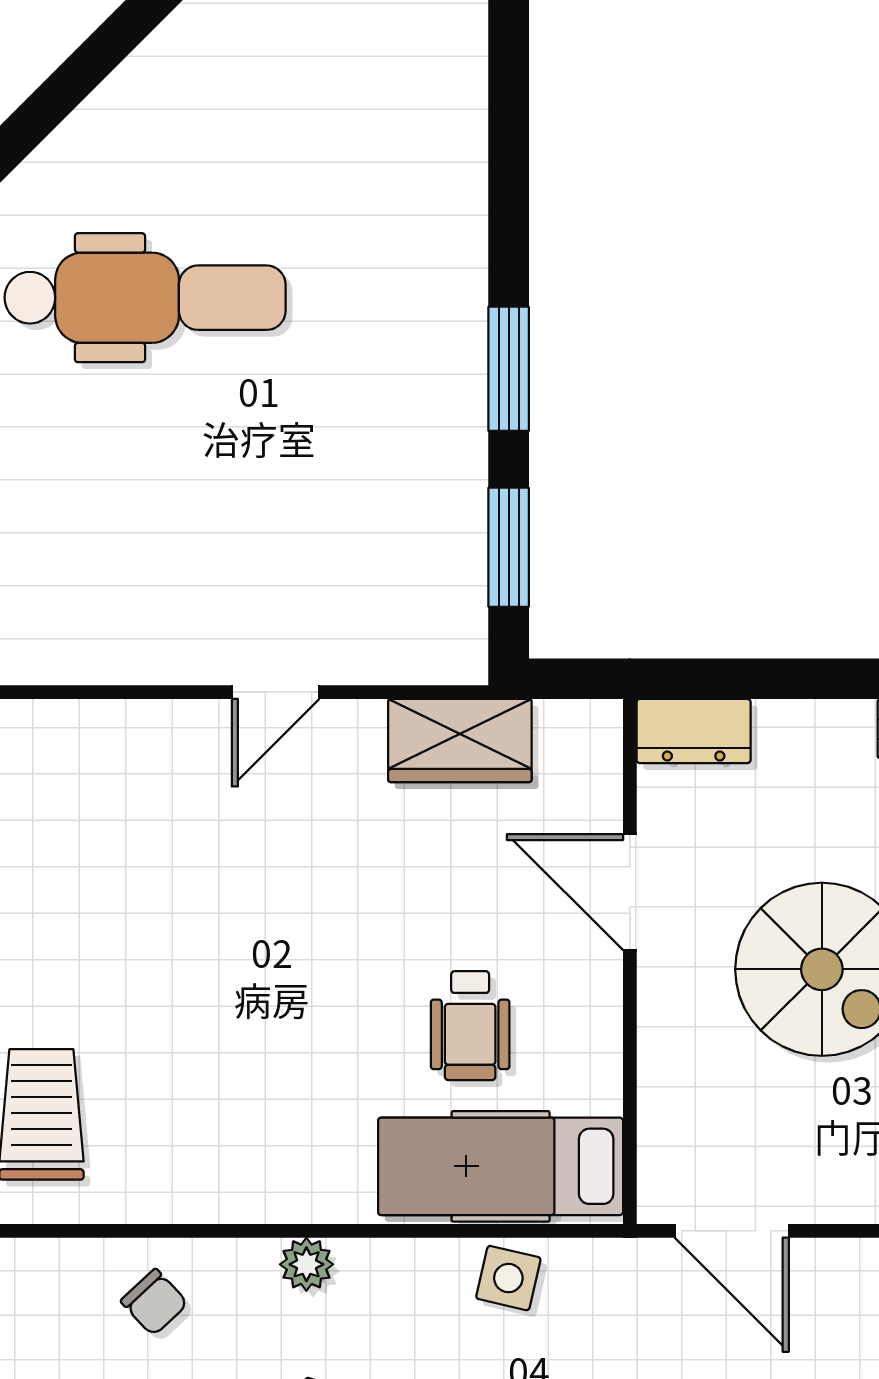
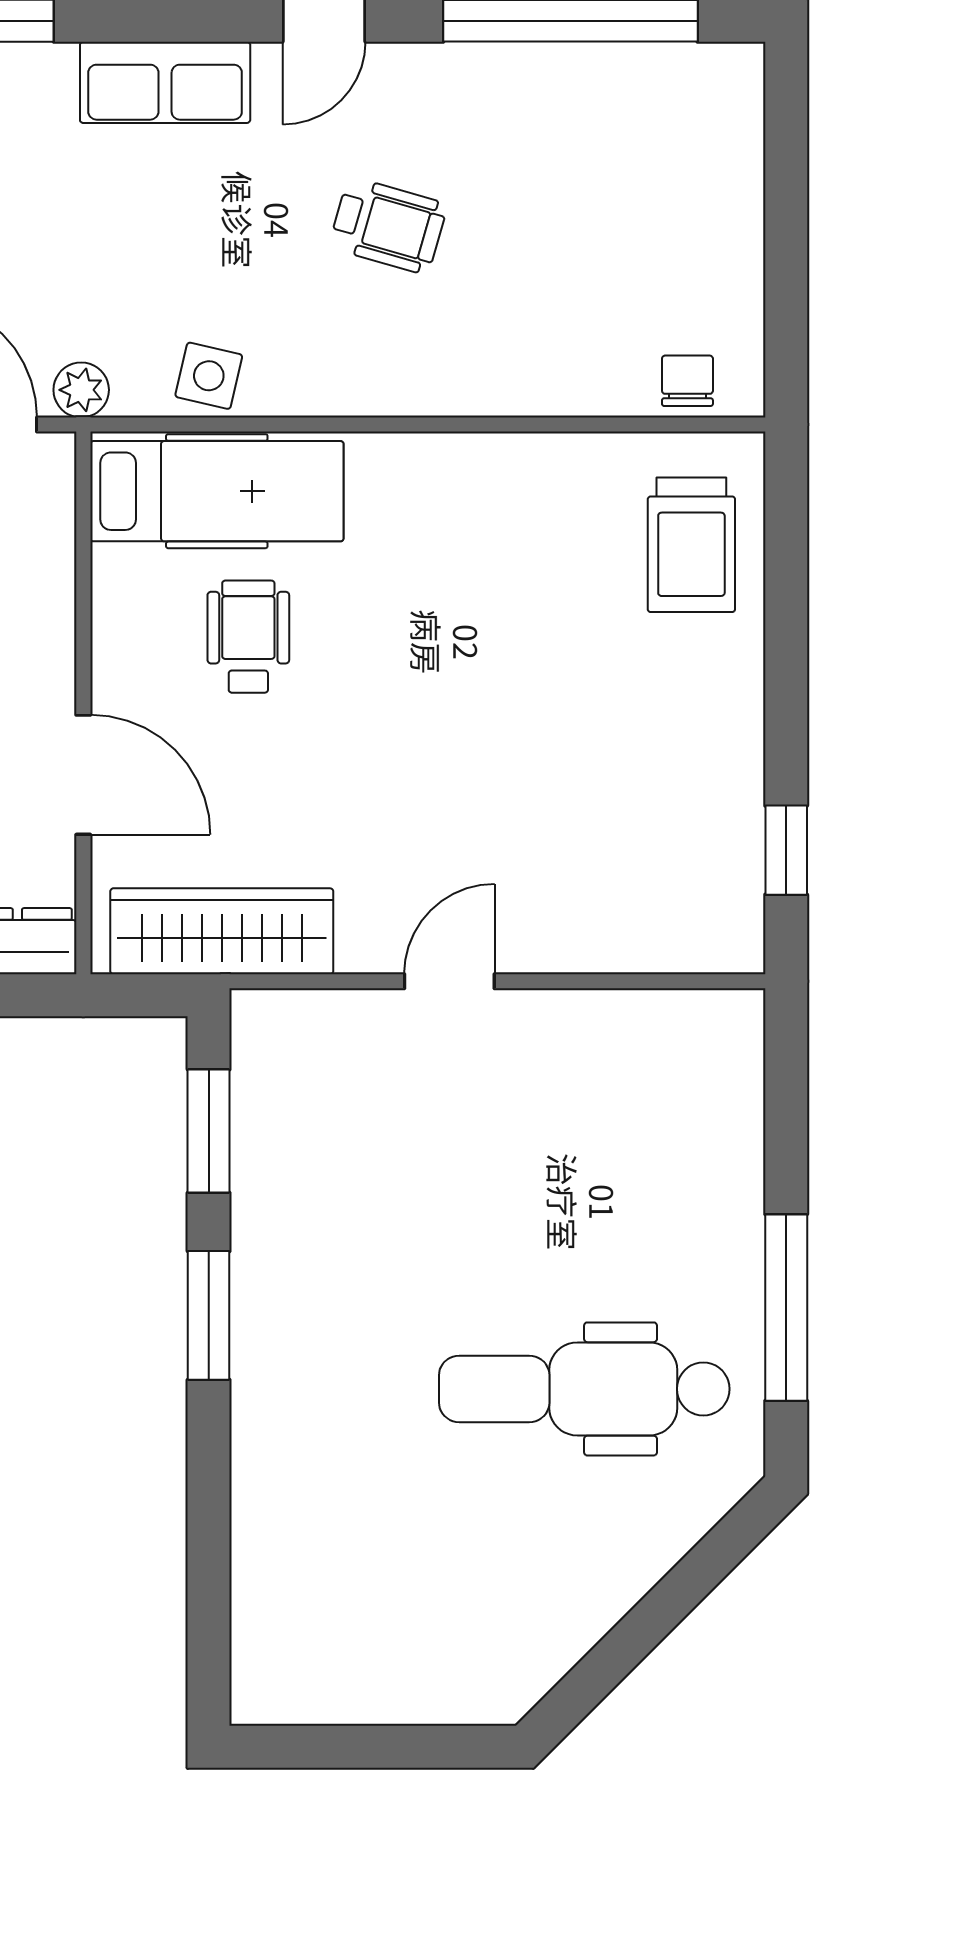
wardrobe: (460, 741) -> (222, 931), width x1.50
plant: (306, 1264) -> (81, 390), moved
chair: (154, 1302) -> (687, 381), moved, turned 43

